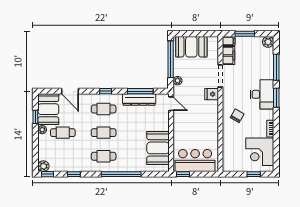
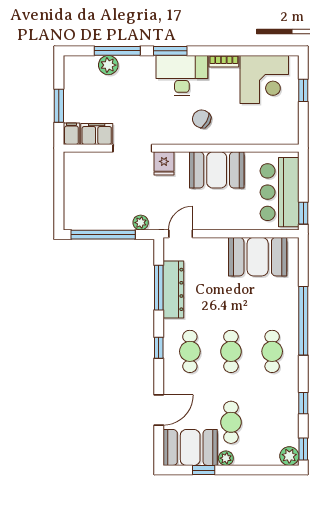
plant: (268, 42) -> (108, 65), moved
booth: (191, 47) -> (217, 170), moved, turned 90
desk: (262, 94) -> (182, 76), moved

